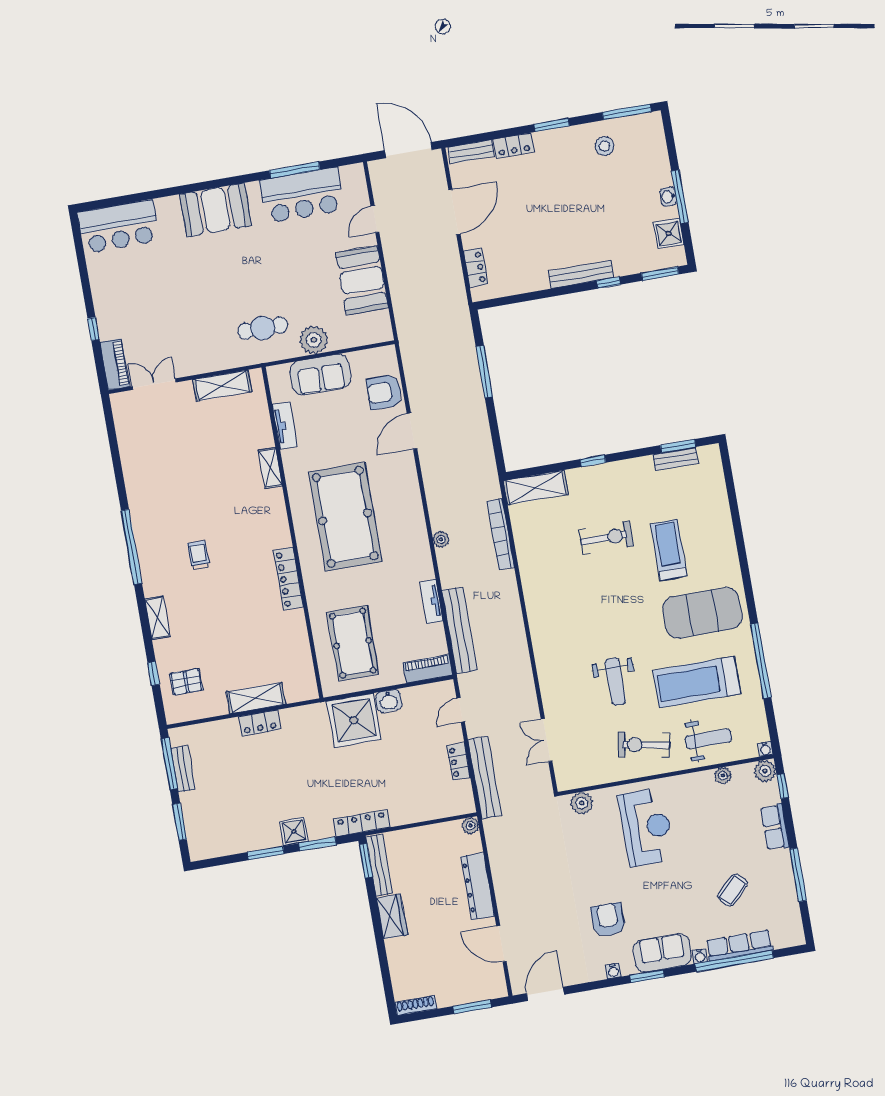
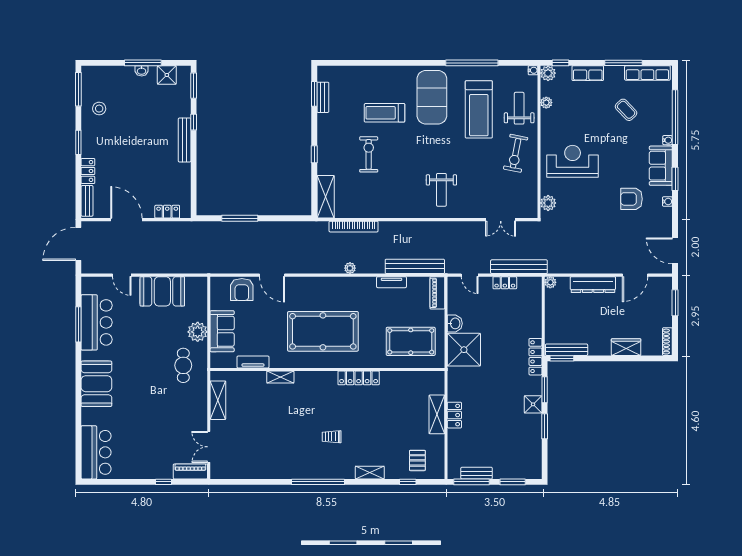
weight bench: (615, 682) -> (441, 190), moved, turned 90
wardrobe: (392, 916) -> (626, 347), moved
row of seats: (739, 945) -> (647, 73), moved, turned -90

